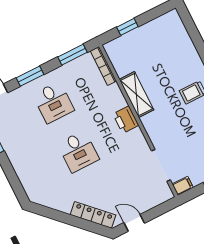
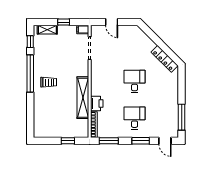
shelving: (137, 95) -> (83, 98), width x1.47
printer: (126, 120) -> (97, 103), moved
locker: (93, 215) -> (164, 59), moved
door: (134, 223) -> (112, 22), moved

